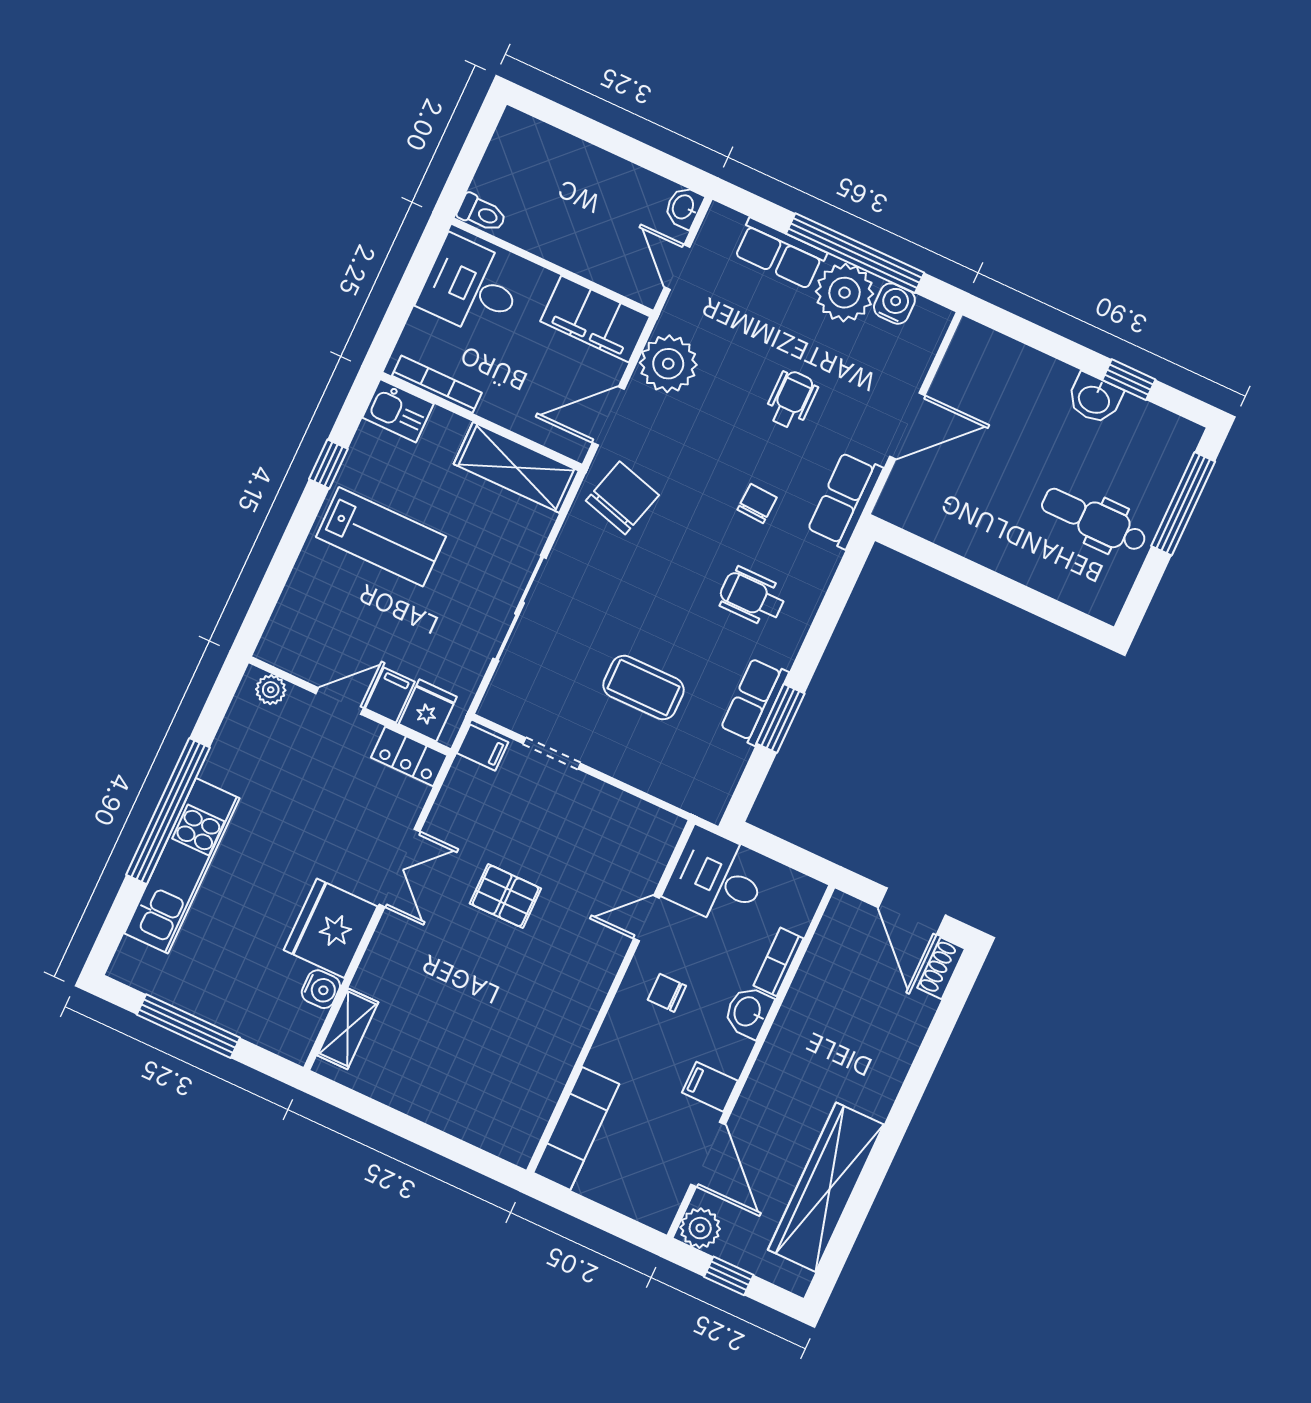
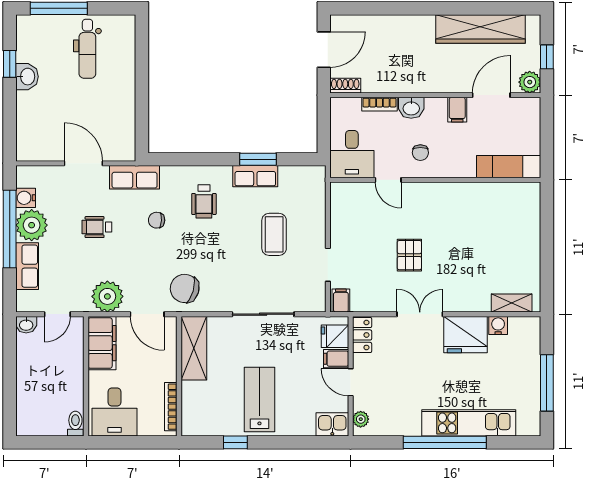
kitchen sink: (398, 411) -> (332, 424), moved, turned -90
shoe rack: (941, 968) -> (345, 86), moved, turned 180

